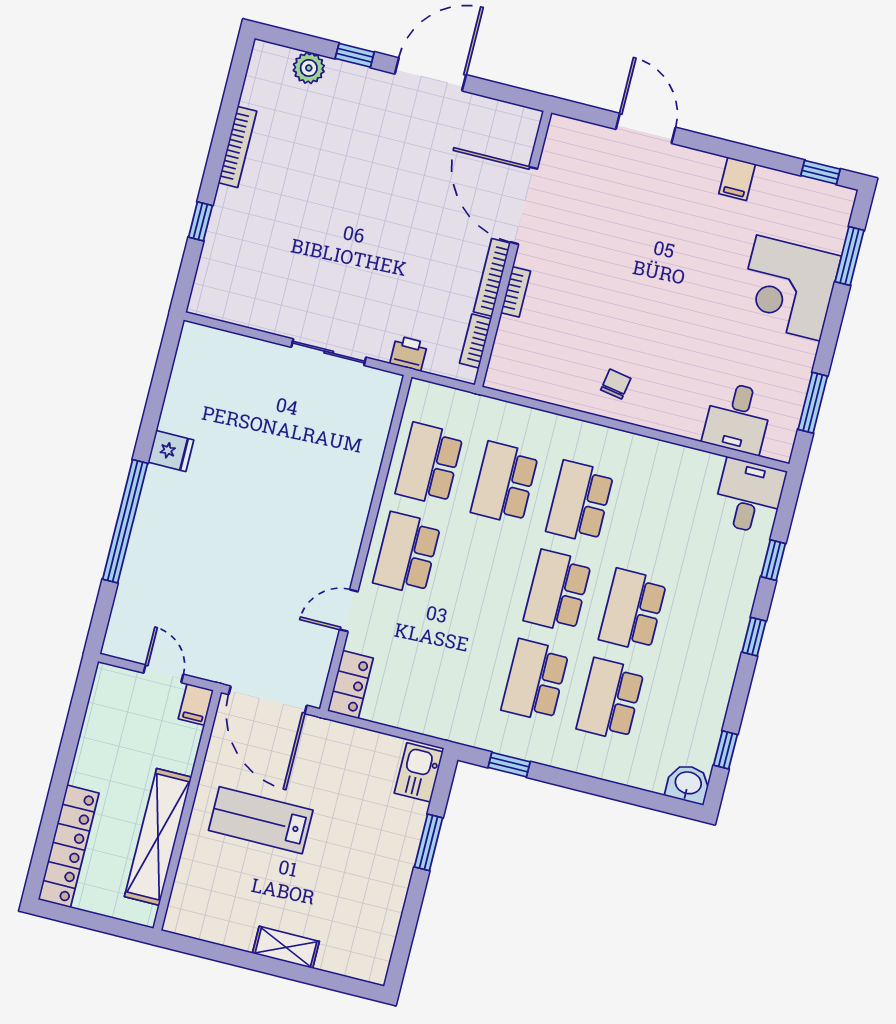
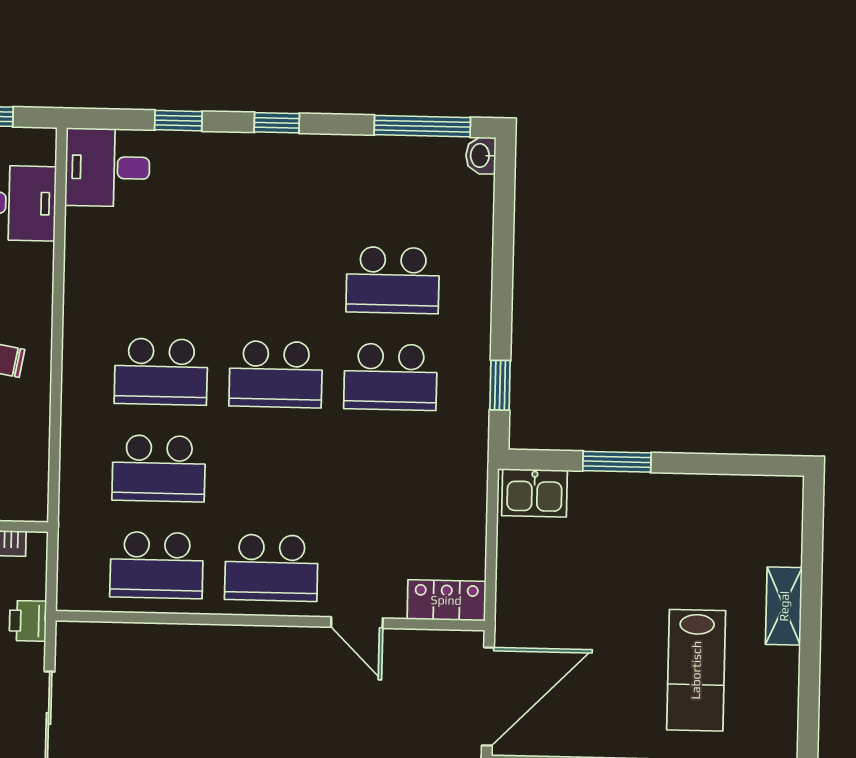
school desk: (633, 610) -> (278, 278), removed
window: (726, 750) -> (422, 126), width x2.17
washbasin: (688, 784) -> (481, 156), width x0.72, depth x0.69
lab bench: (261, 820) -> (696, 670), moved

